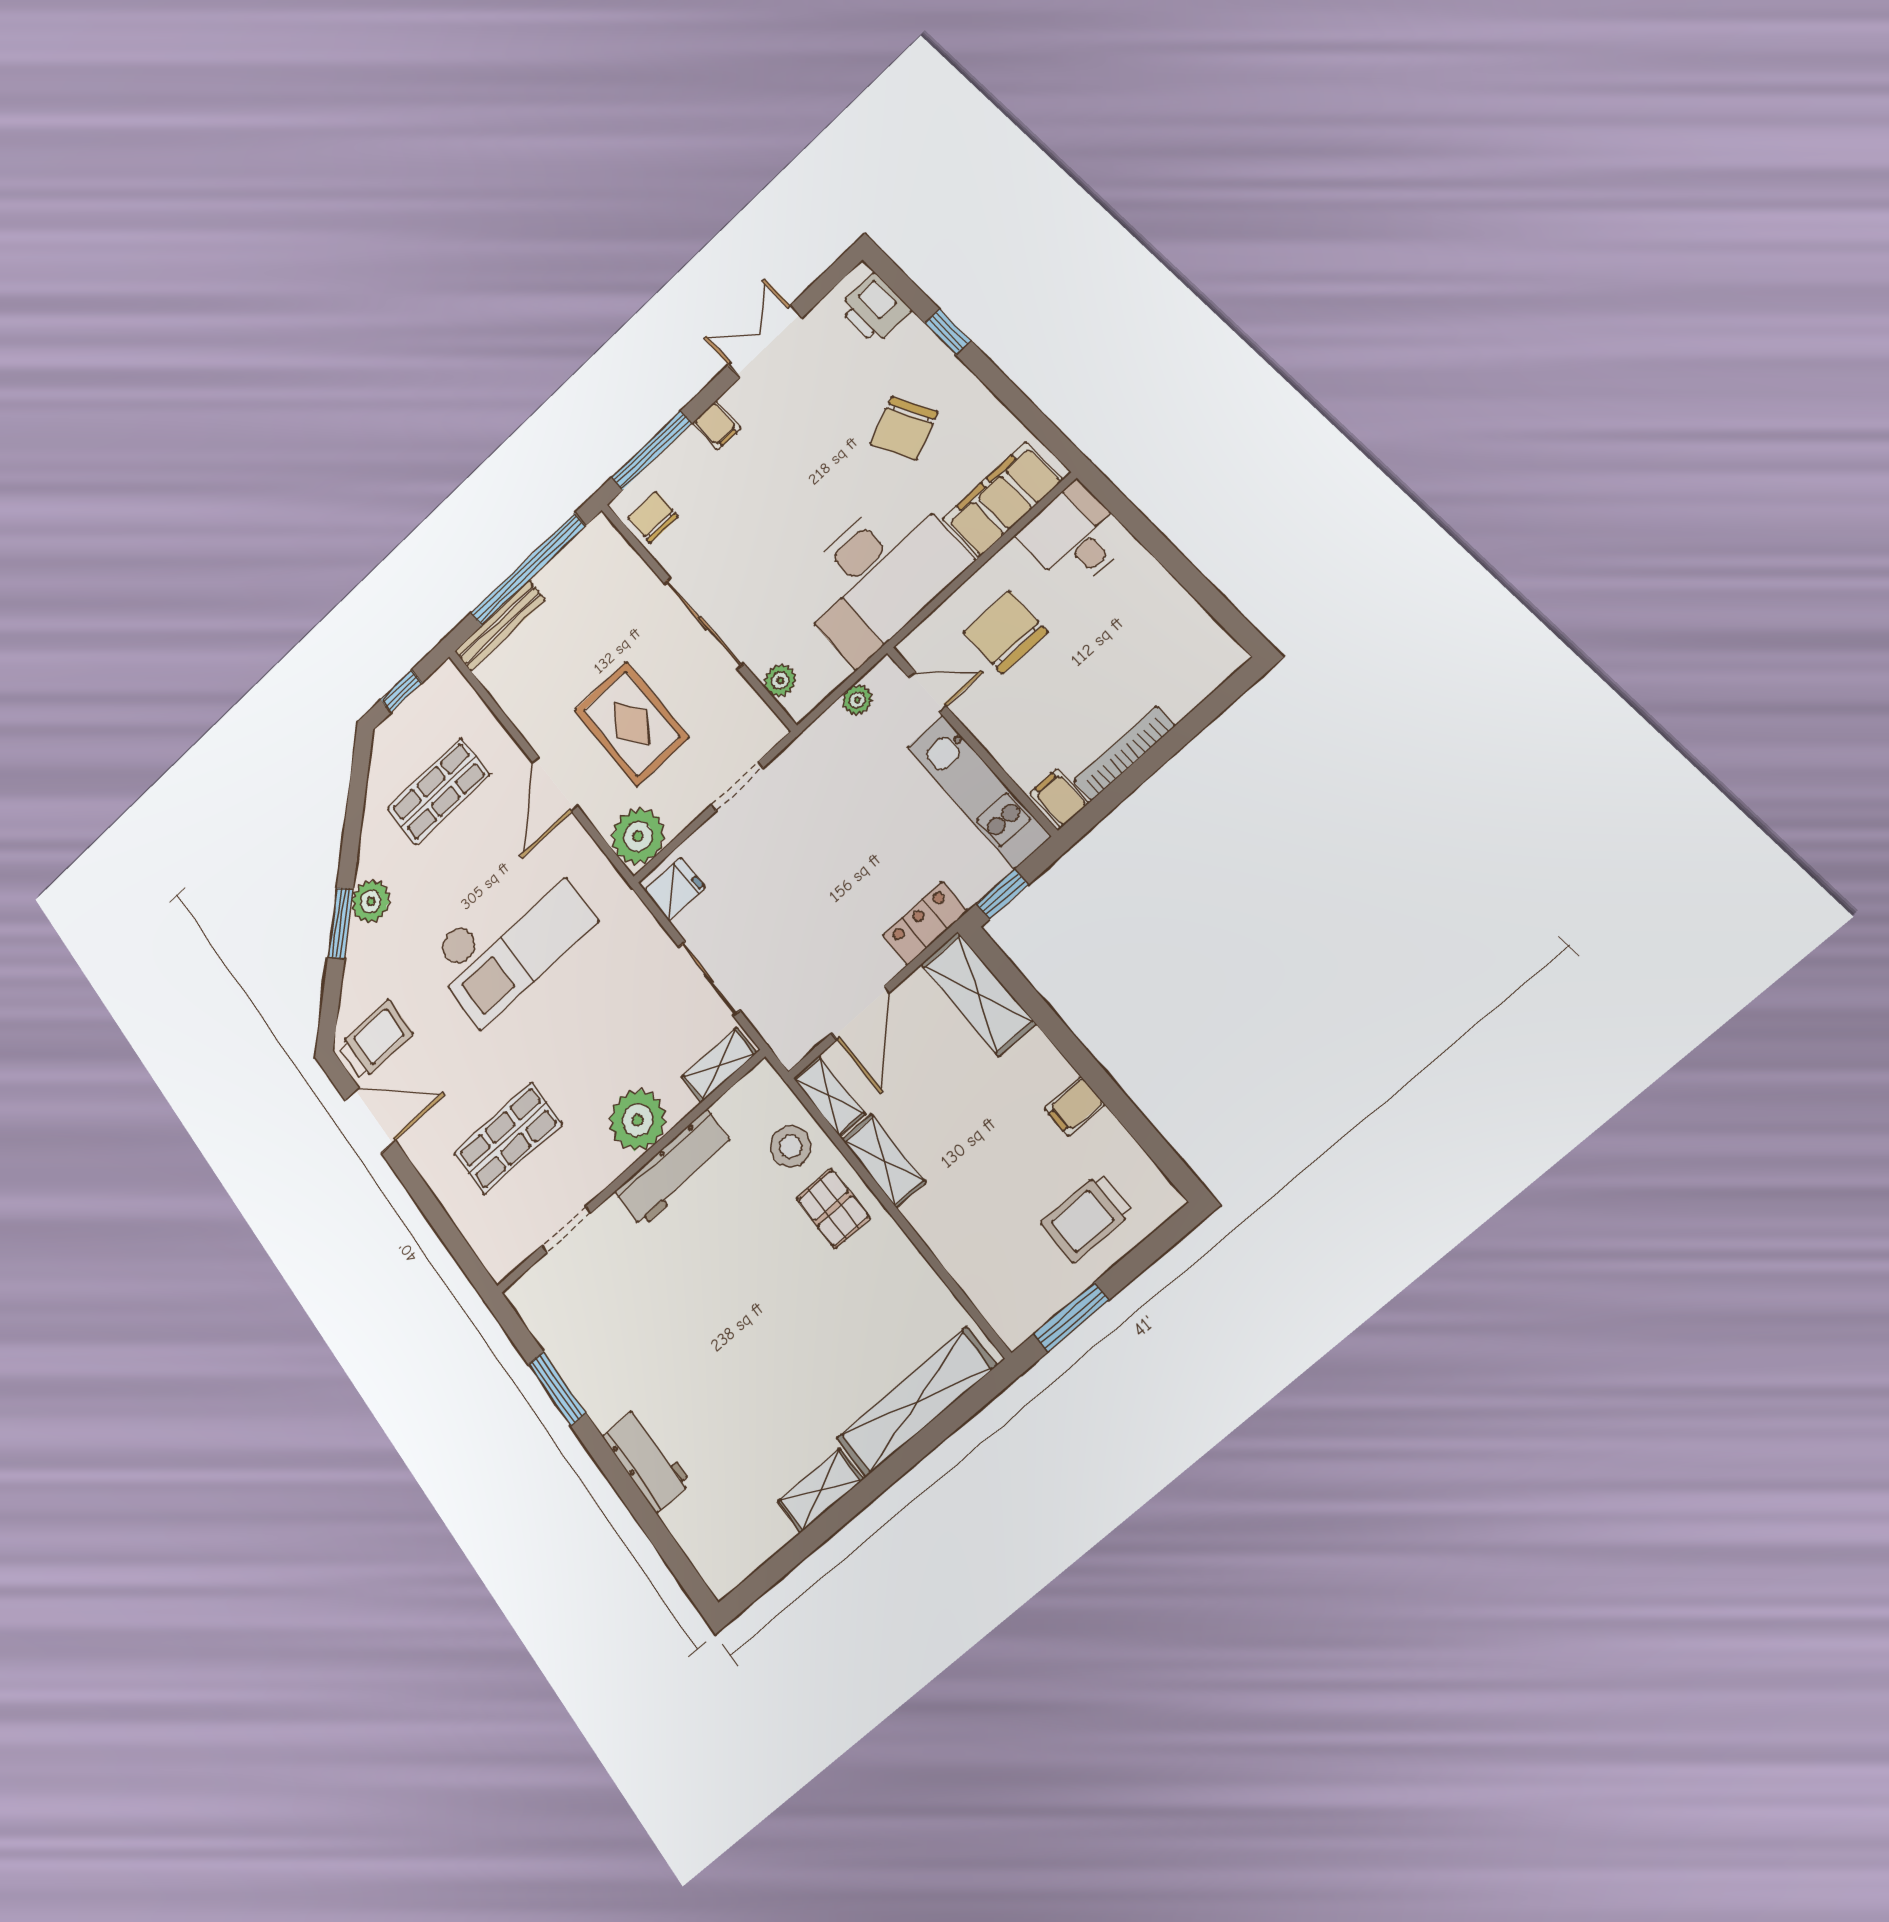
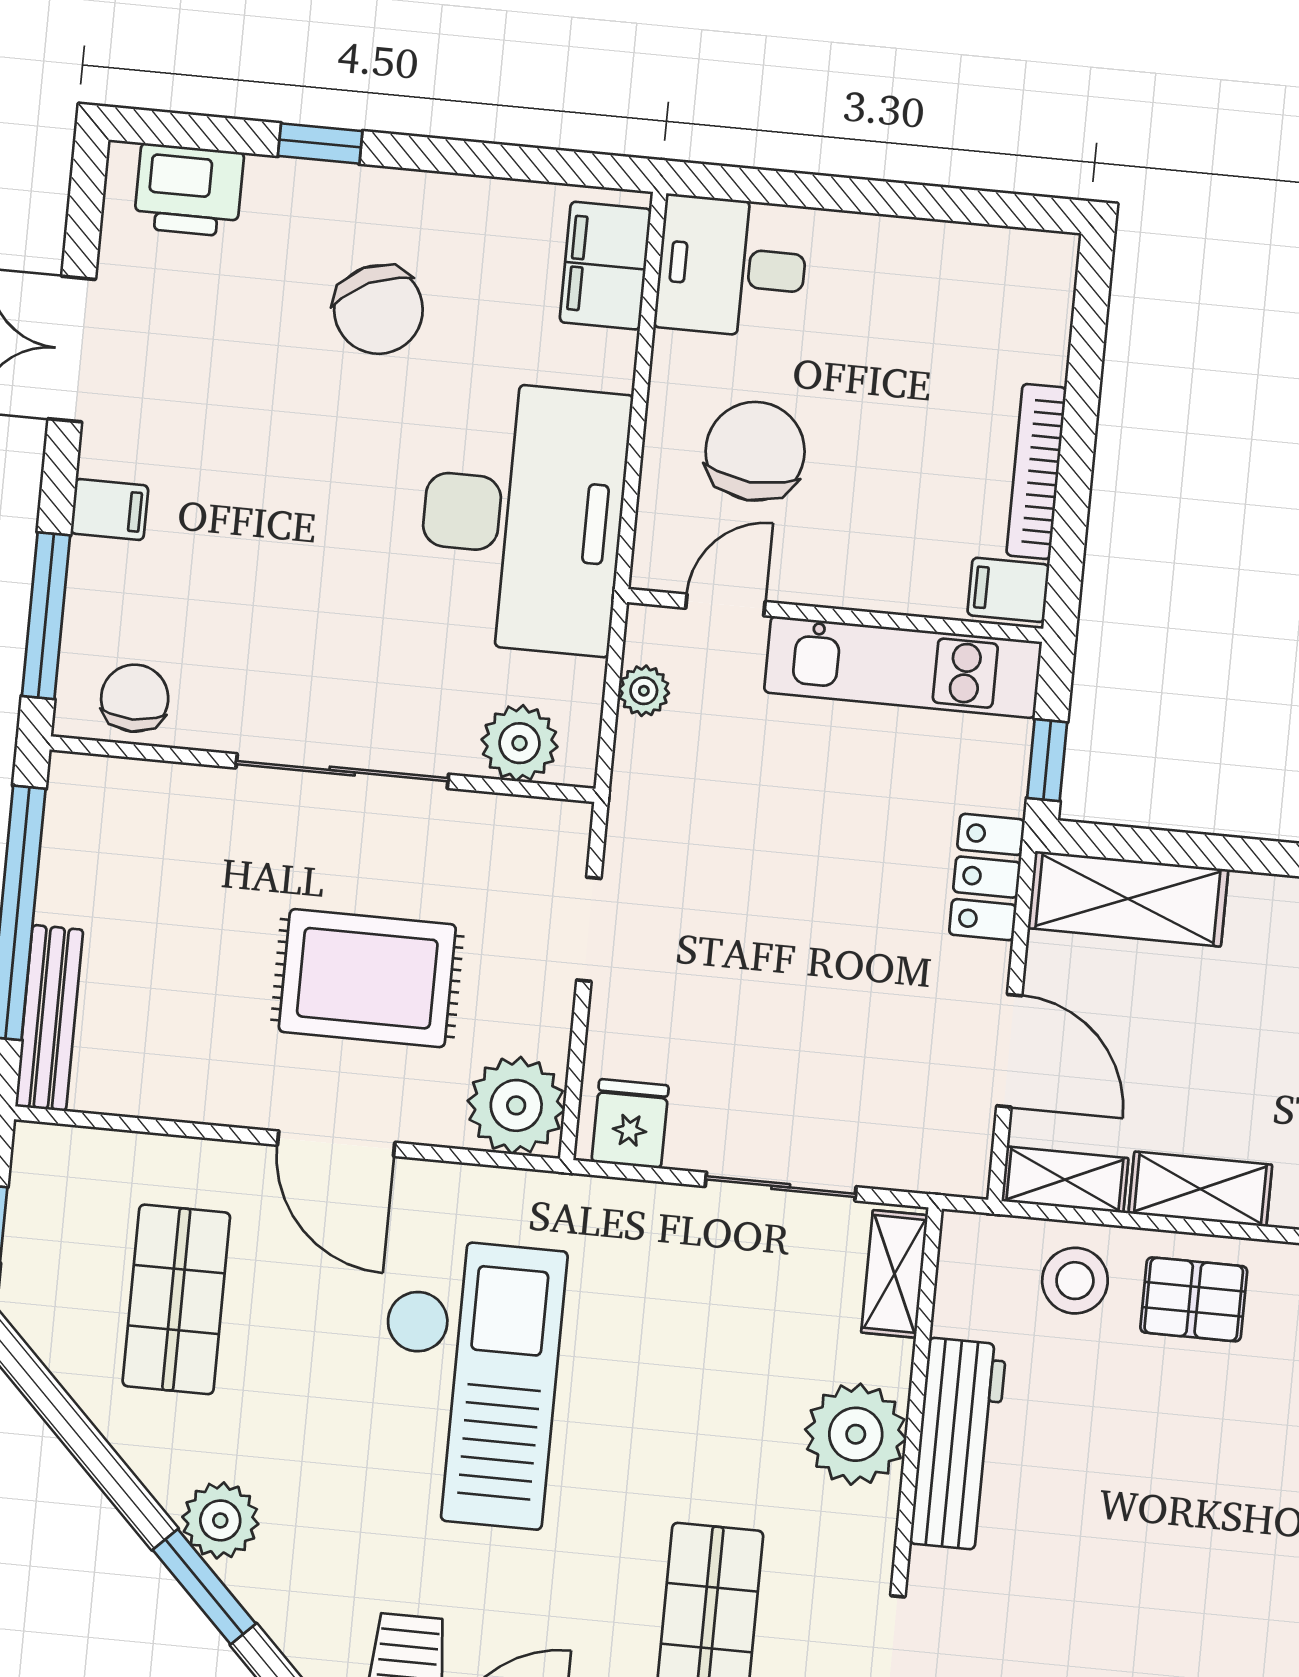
filing cabinet: (1002, 500) -> (605, 266), width x0.67, depth x0.86
chair: (653, 517) -> (135, 698), turned 90
chair: (1006, 632) -> (755, 451), turned 94
plant: (780, 681) -> (520, 743), width x1.38, depth x1.38

